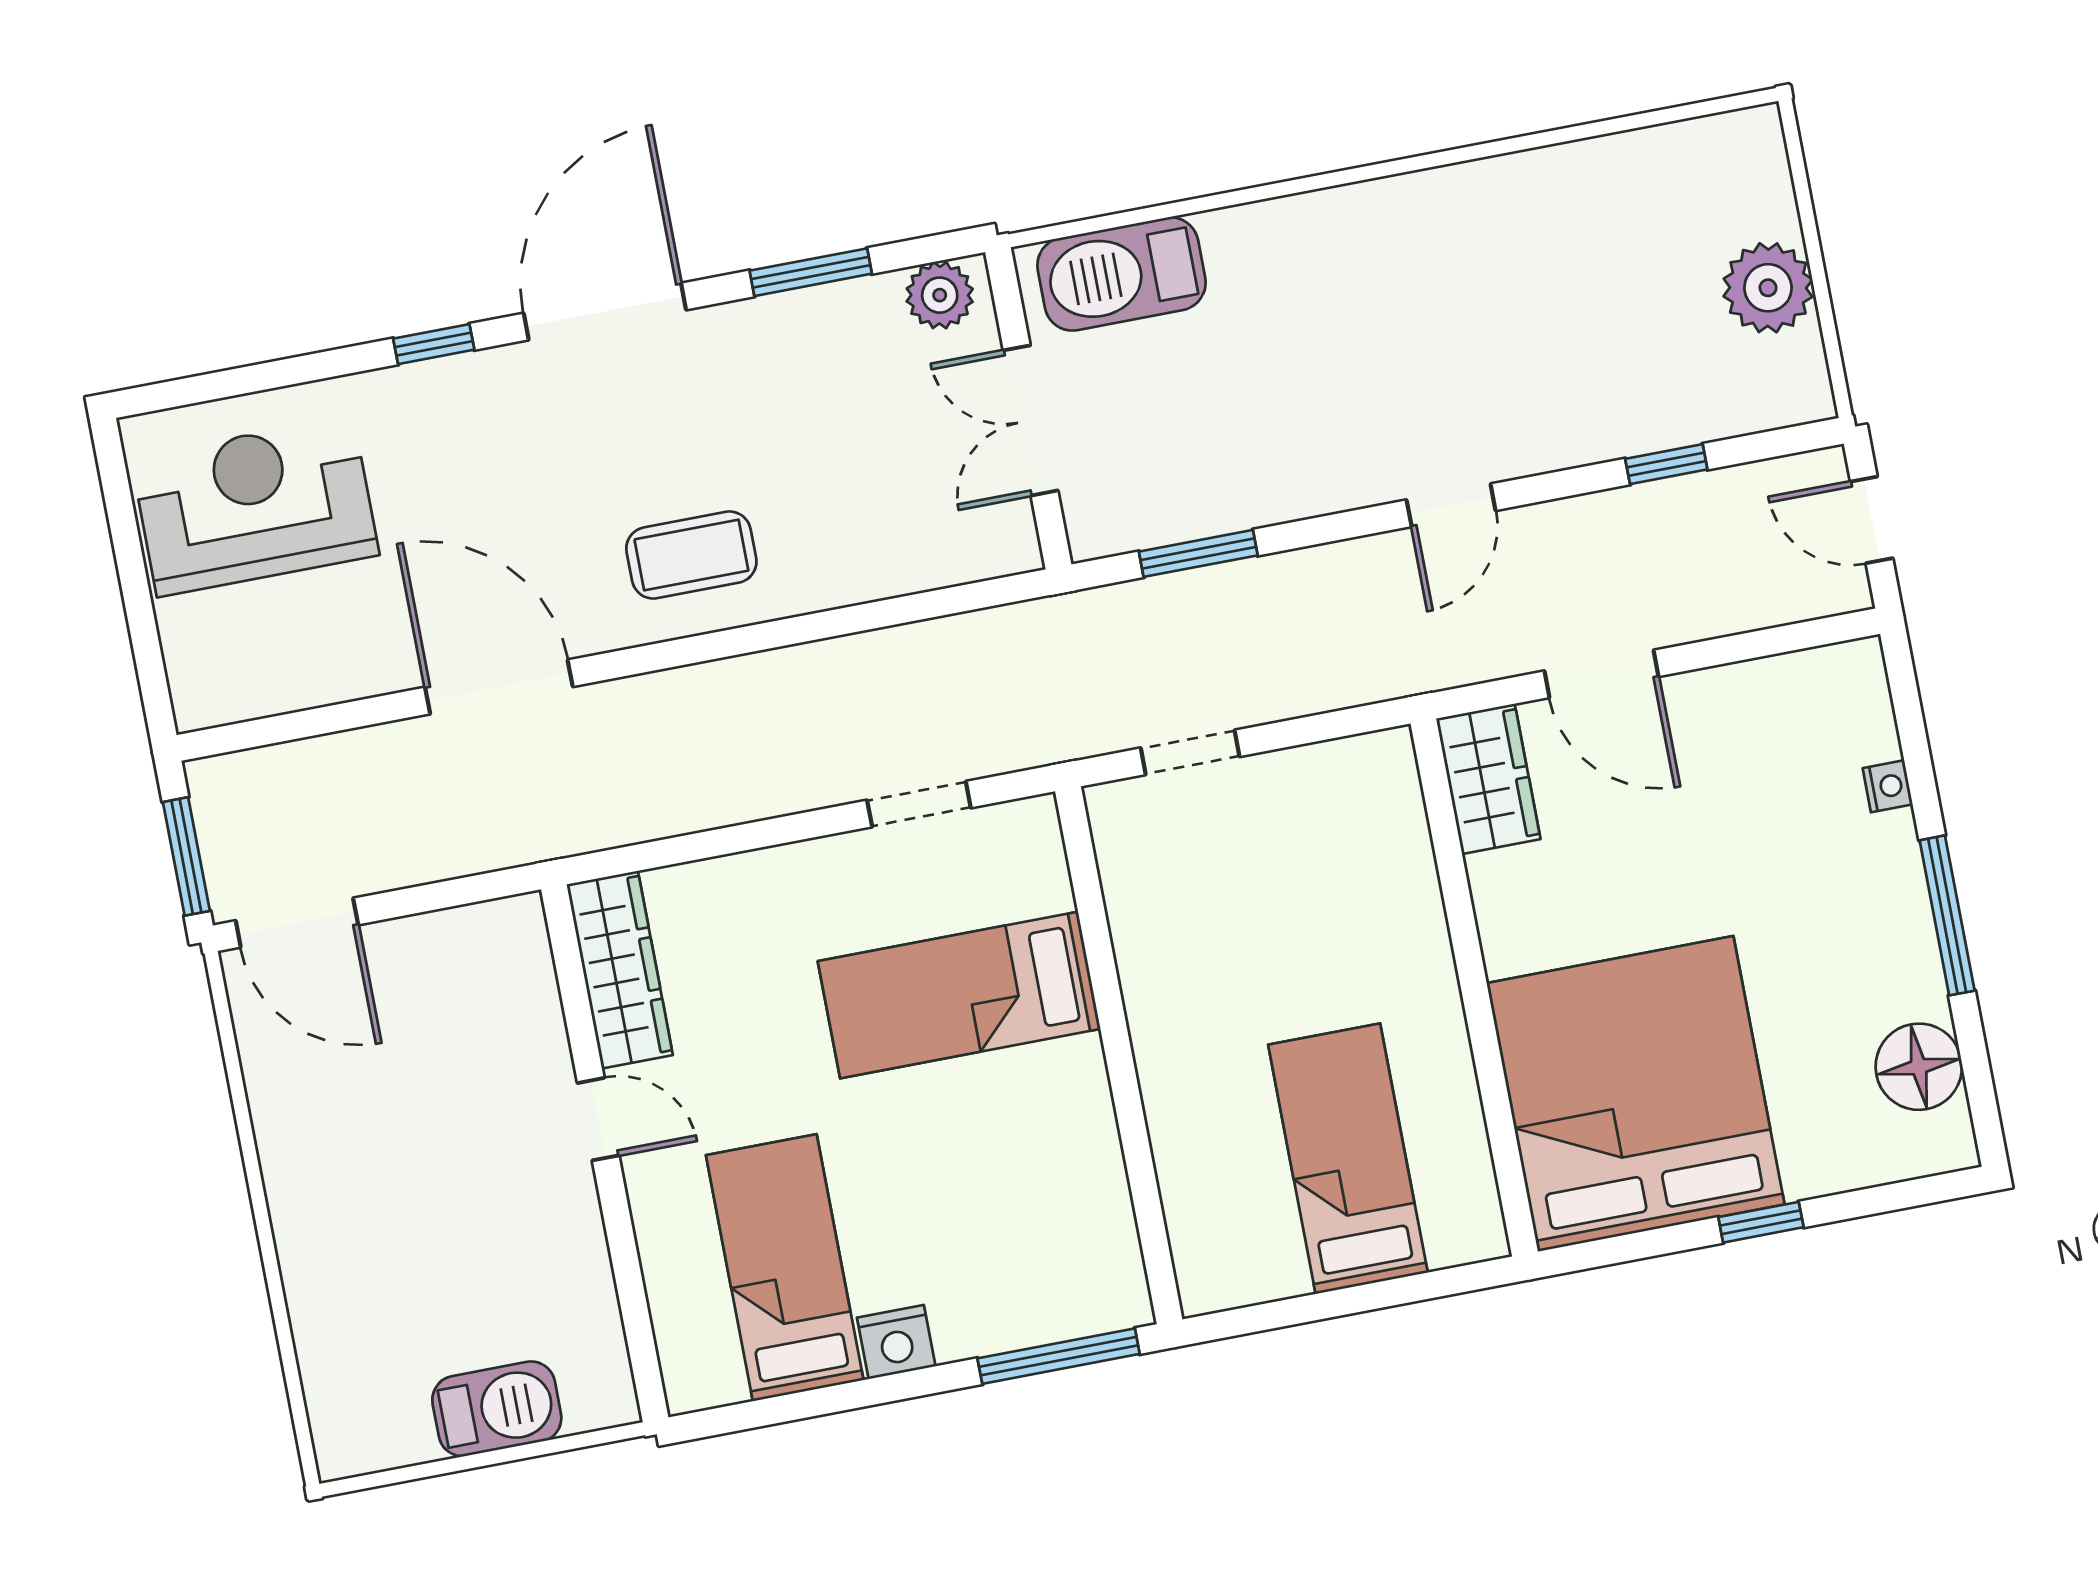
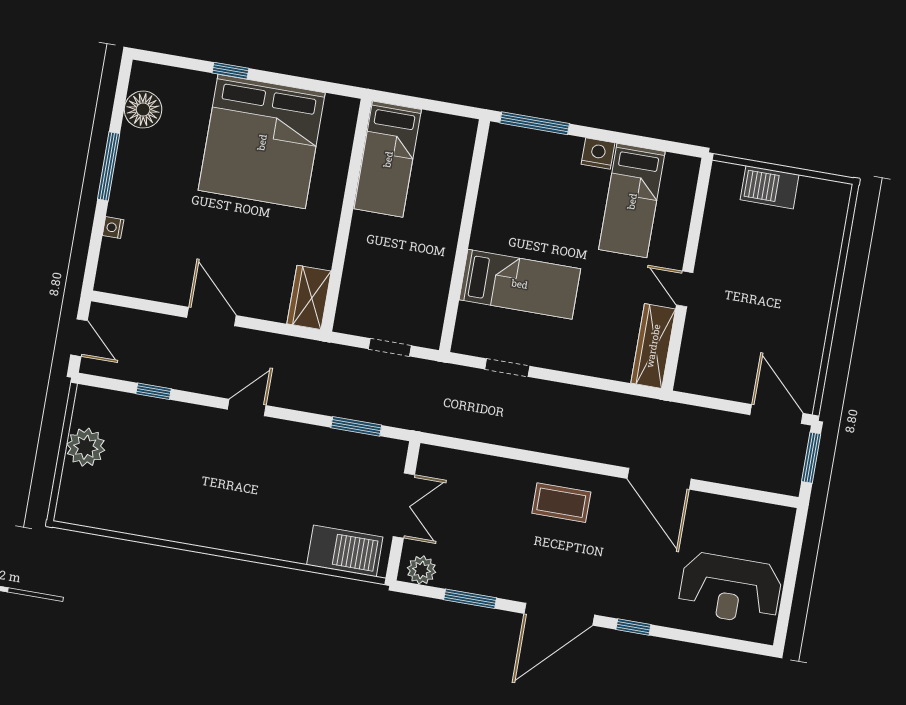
wardrobe: (1488, 779) -> (309, 297), moved
wall: (1474, 988) -> (346, 215), moved

